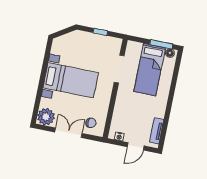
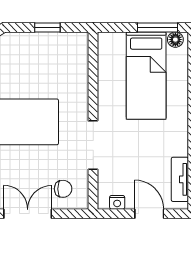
doorway: (119, 69) -> (93, 145), moved
door: (136, 146) -> (149, 214), swing flipped

